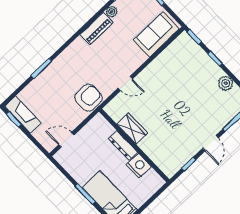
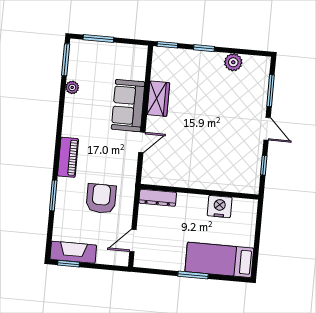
piano: (97, 28) -> (68, 157), moved
sofa: (156, 34) -> (128, 106), moved
armchair: (89, 98) -> (101, 199), moved
wardrobe: (132, 129) -> (158, 99), moved, turned 90
dresser: (123, 145) -> (158, 198), moved

